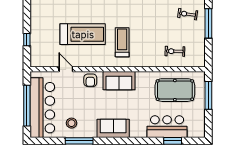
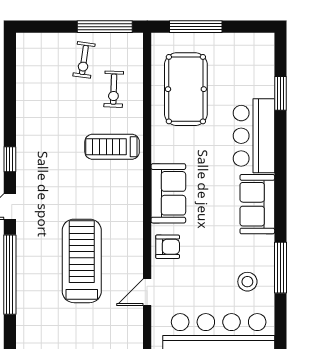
exercise bike: (188, 14) -> (84, 60), moved
window: (208, 23) -> (105, 27), moved
treadmill: (122, 42) -> (112, 147), moved
bar counter: (167, 127) -> (254, 136), moved

